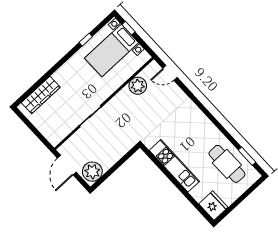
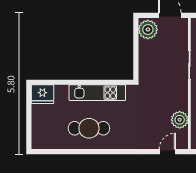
window: (247, 156) -> (56, 152), removed
cafe table: (227, 164) -> (89, 128), moved

